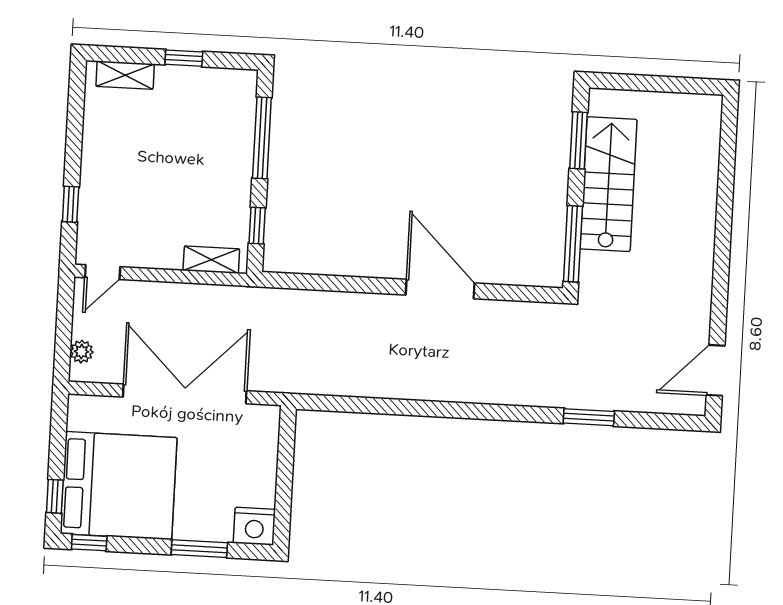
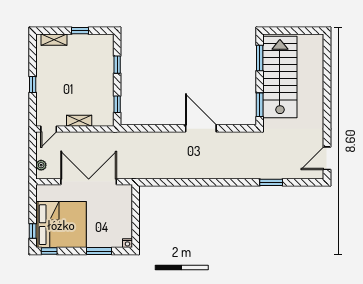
window: (262, 138) -> (117, 65), width x0.46
stairs: (609, 184) -> (280, 77), width x1.36, depth x1.51
window: (71, 204) -> (33, 85), moved
window: (573, 244) -> (260, 105), width x0.69
shelving: (211, 260) -> (79, 121), moved
nightstand: (254, 526) -> (127, 243), width x0.53, depth x0.56

